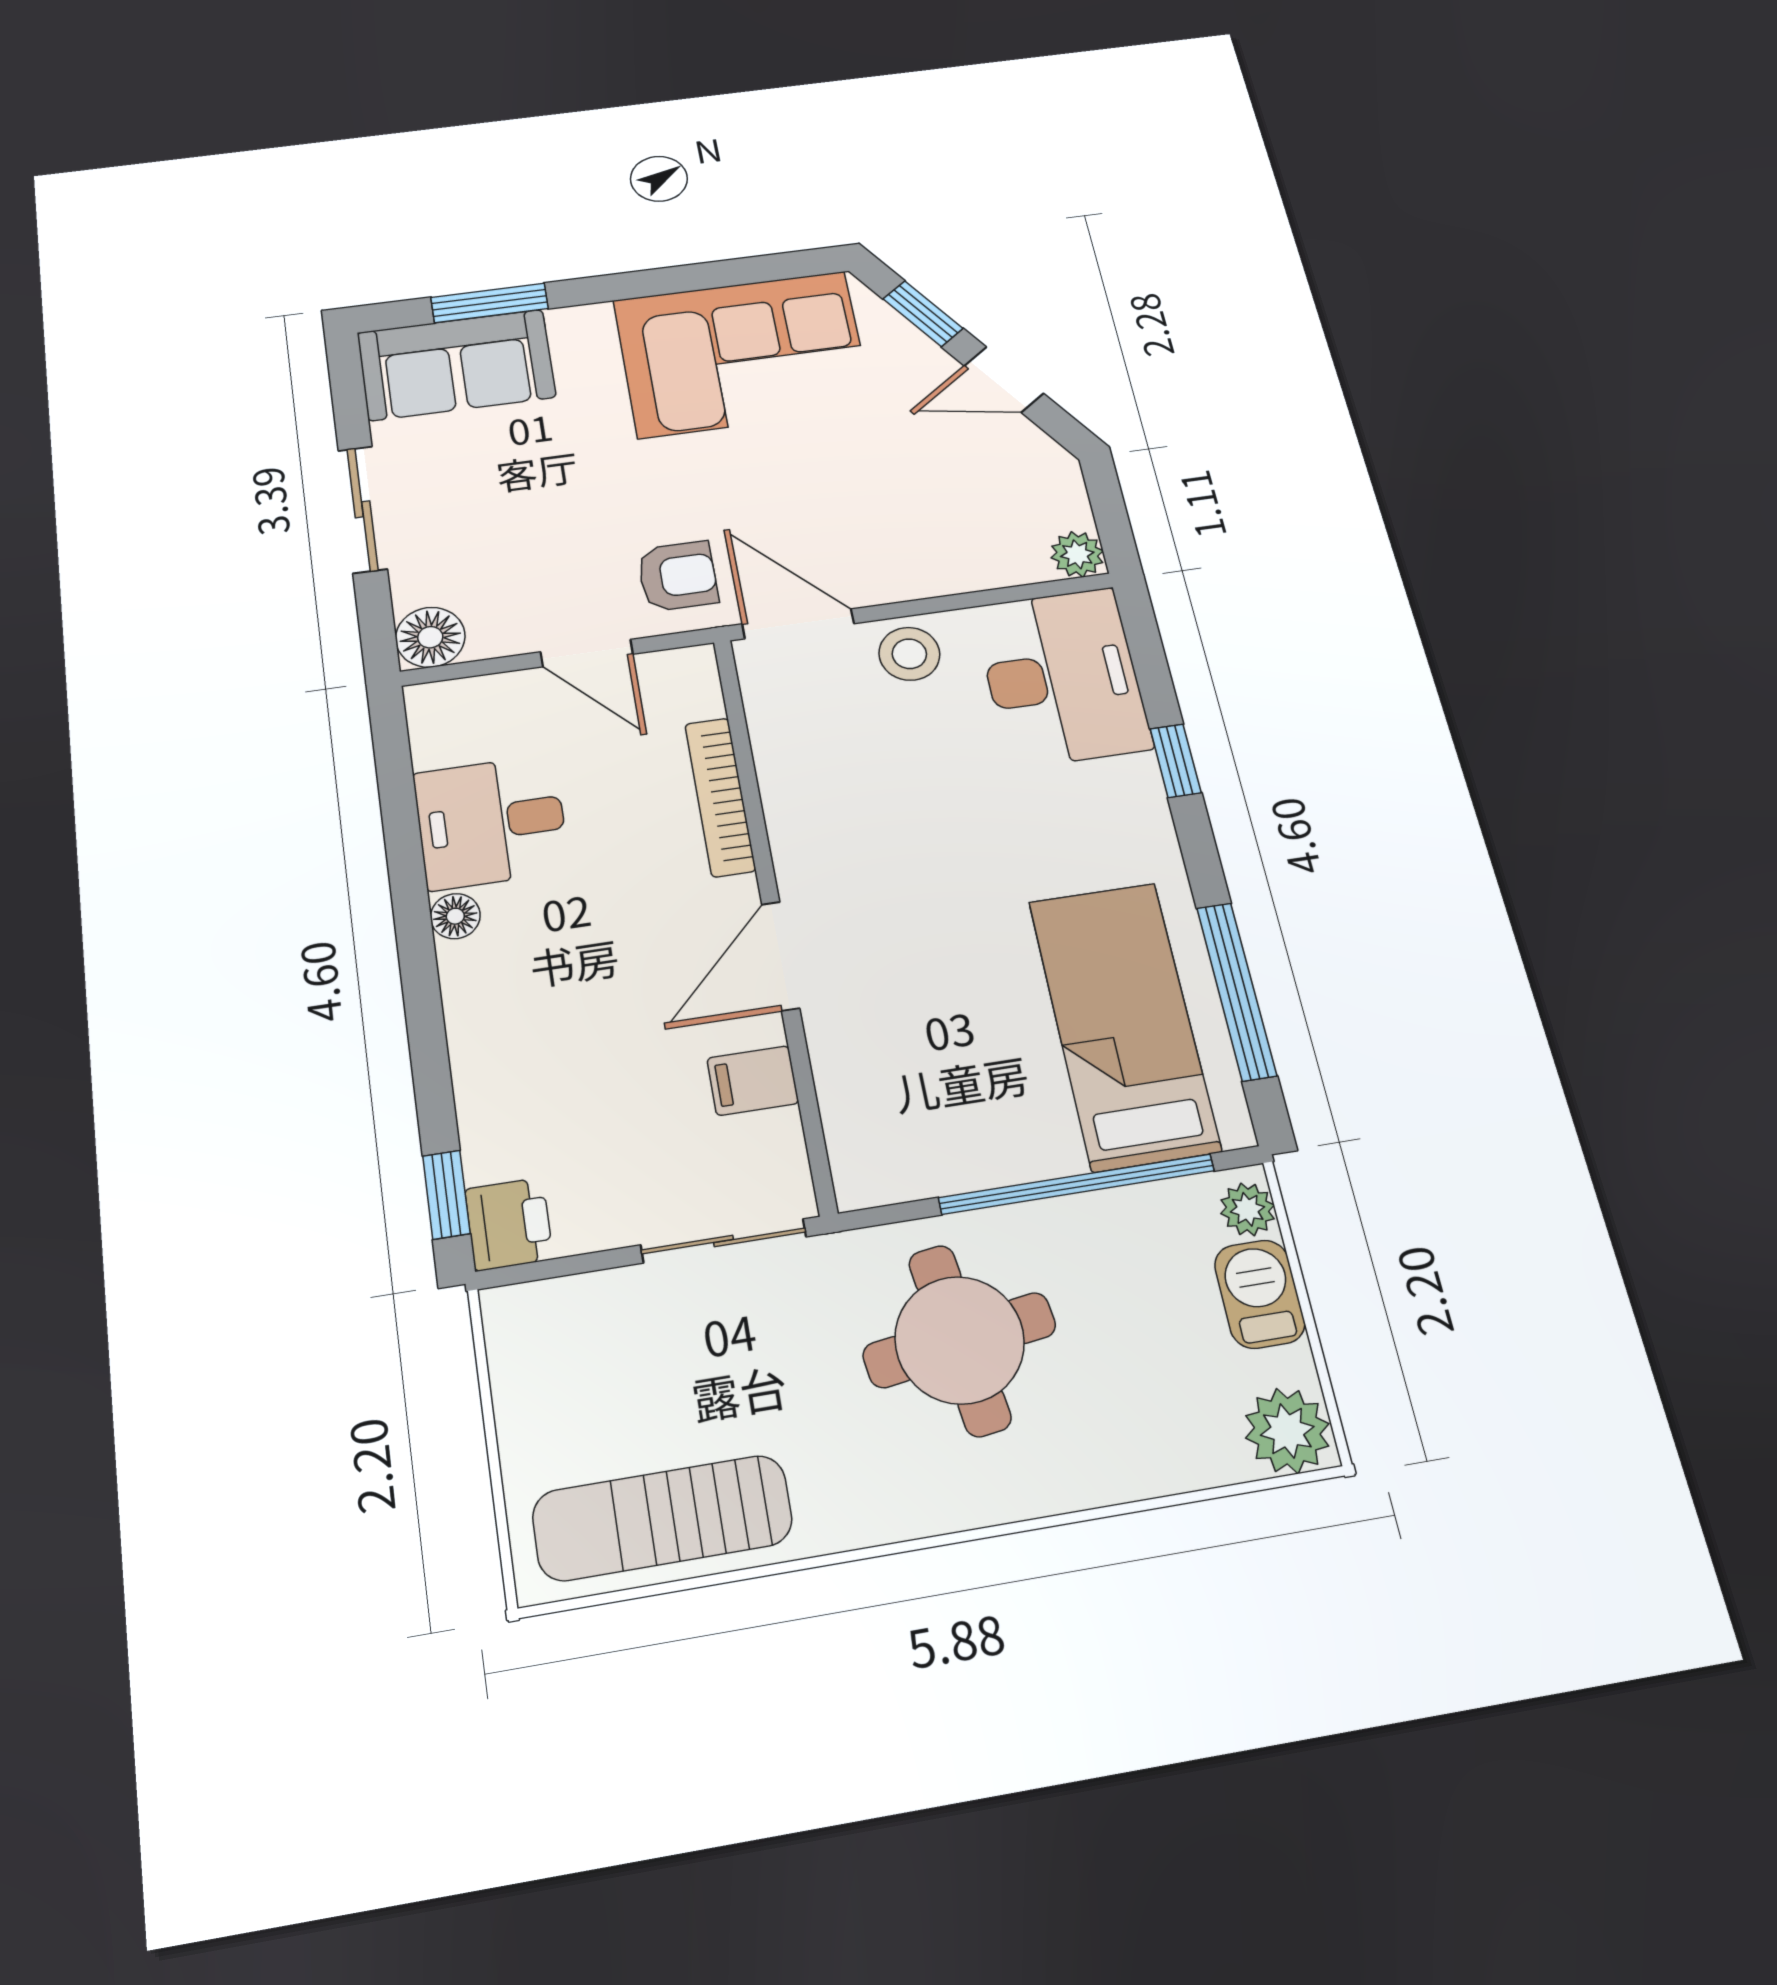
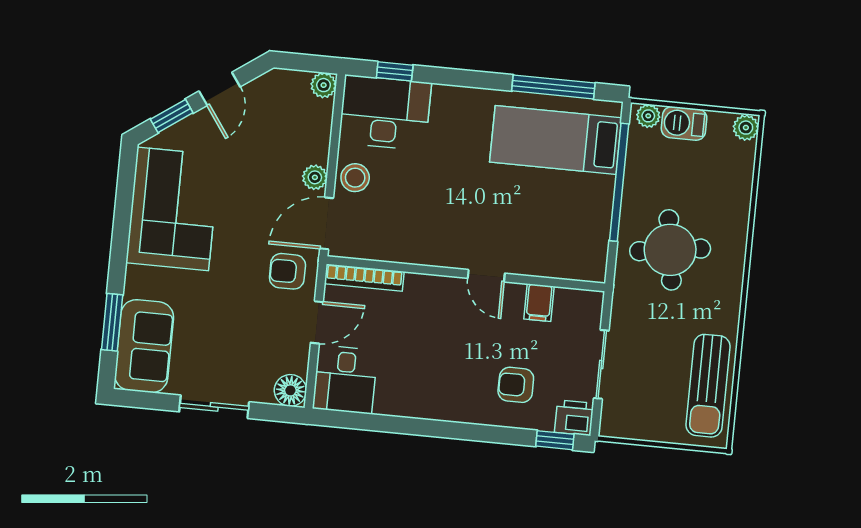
armchair: (678, 576) -> (287, 271), turned -90
plant: (886, 581) -> (315, 177), added
window: (1176, 761) -> (395, 71), moved
bookcase: (720, 797) -> (364, 278), moved
desk: (491, 822) -> (345, 380), moved
floor lamp: (455, 916) -> (431, 409), removed
door: (781, 956) -> (486, 276), width x0.73
armchair: (554, 1078) -> (516, 385), added
sliding door: (724, 1241) -> (601, 364), moved
plant: (1287, 1431) -> (746, 128), width x0.73, depth x0.73

